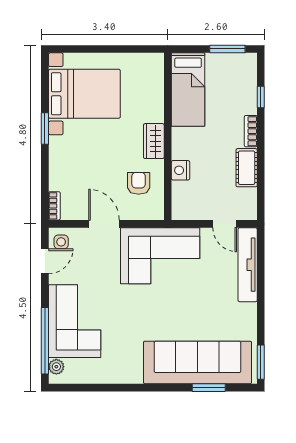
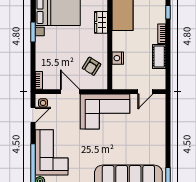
wardrobe: (154, 141) -> (101, 22), moved
armchair: (139, 183) -> (92, 66), turned -148
door: (225, 224) -> (145, 92), hinge flipped
tv unit: (248, 265) -> (160, 117), removed

